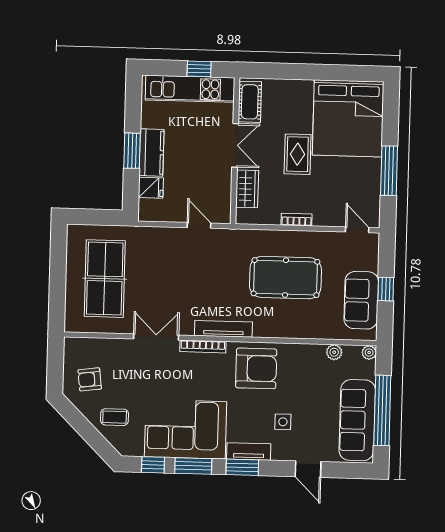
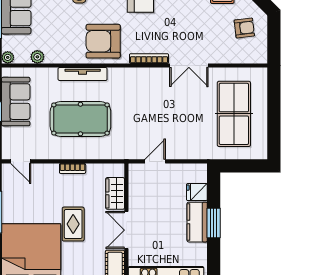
door: (199, 225) -> (155, 161), swing flipped
tv unit: (223, 329) -> (83, 74), moved

